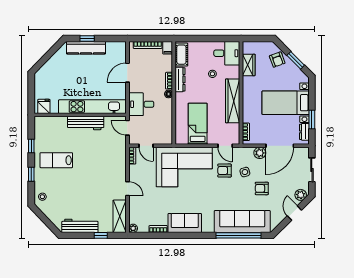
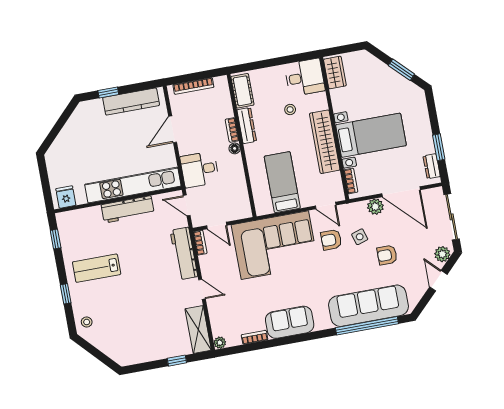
kitchen counter: (86, 48) -> (131, 102), moved
filing cabinet: (168, 48) -> (222, 85), removed
armchair: (277, 60) -> (376, 73), removed
wardrobe: (249, 65) -> (335, 72), moved
bed with nightstands: (286, 103) -> (371, 135), moved, turned 180
window: (31, 146) -> (56, 239), moved
door: (280, 146) -> (401, 192), hinge flipped
sliding door: (312, 170) -> (452, 217), width x1.37
workbench: (80, 226) -> (184, 253), moved, turned -90

